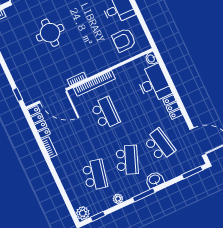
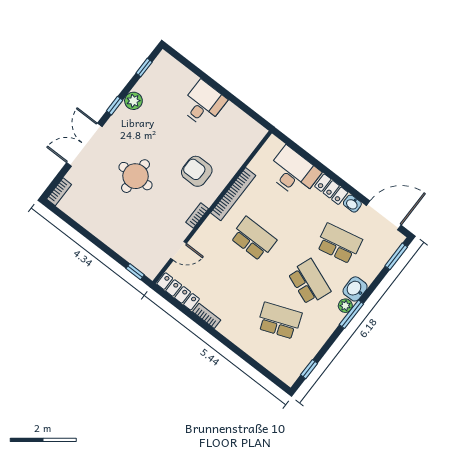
armchair: (124, 40) -> (197, 171), moved, turned 90
washbasin: (151, 58) -> (352, 204), moved
bookcase: (94, 83) -> (233, 194), moved
door: (53, 96) -> (179, 251), width x0.53
school desk: (95, 175) -> (279, 321), turned -33
plant: (118, 199) -> (345, 306), moved
plant: (83, 213) -> (289, 375), removed

